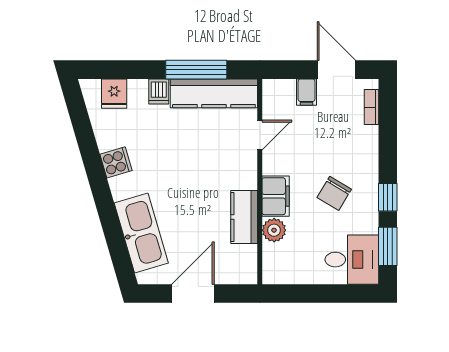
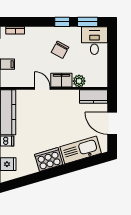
door: (260, 135) -> (42, 88), moved
cooker: (116, 162) -> (49, 160), width x1.87, depth x1.31
chair: (334, 193) -> (60, 50), turned 88
kitchen counter: (244, 217) -> (93, 97), moved

